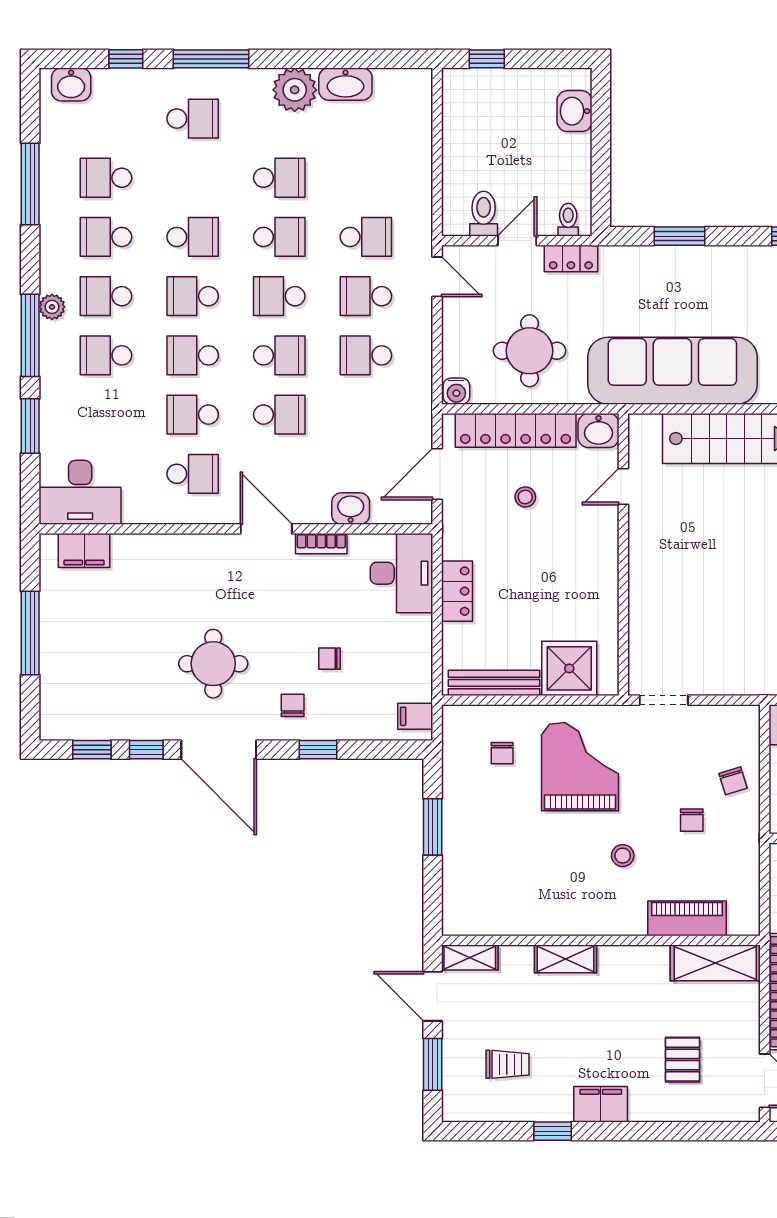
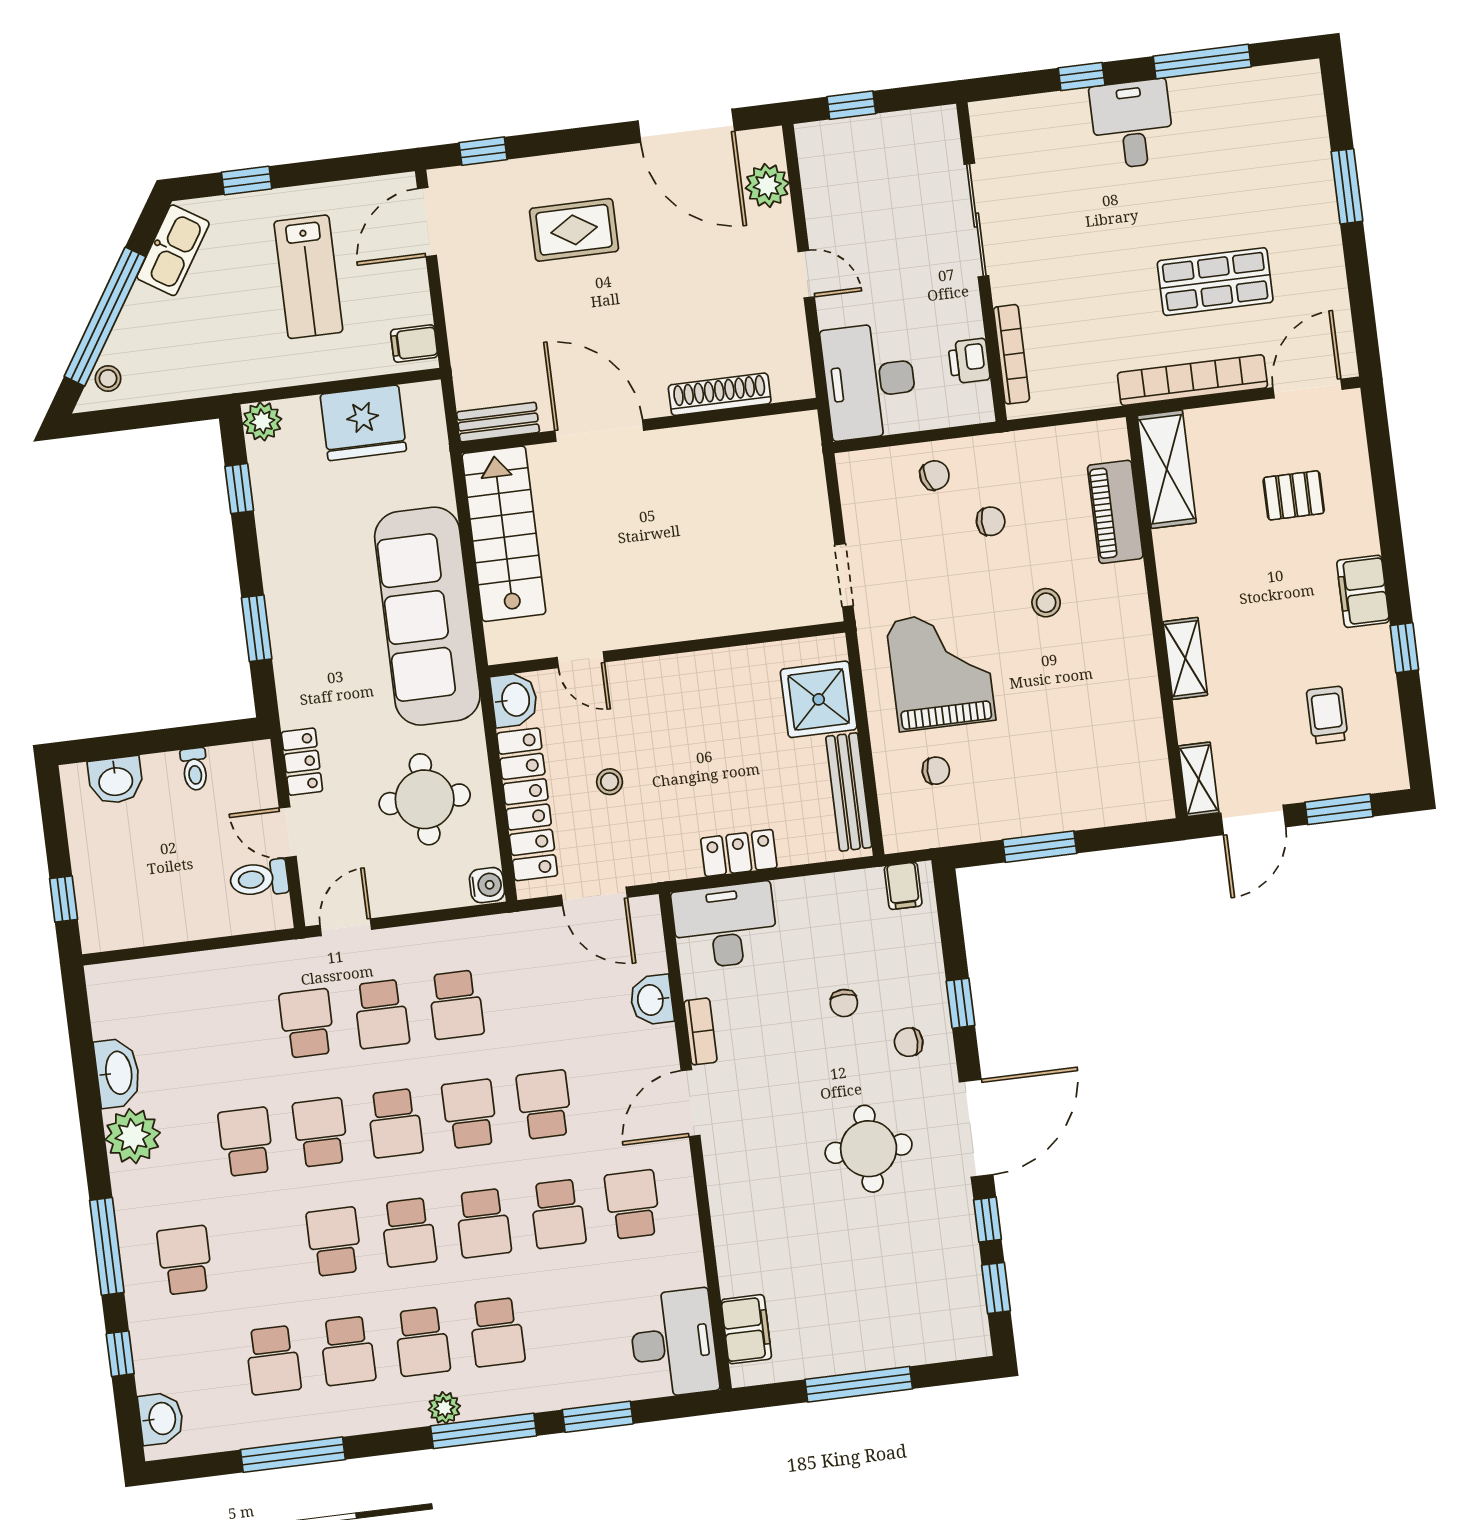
toilet: (568, 220) -> (195, 769), moved, turned -90
grand piano: (580, 767) -> (941, 670), turned 90

